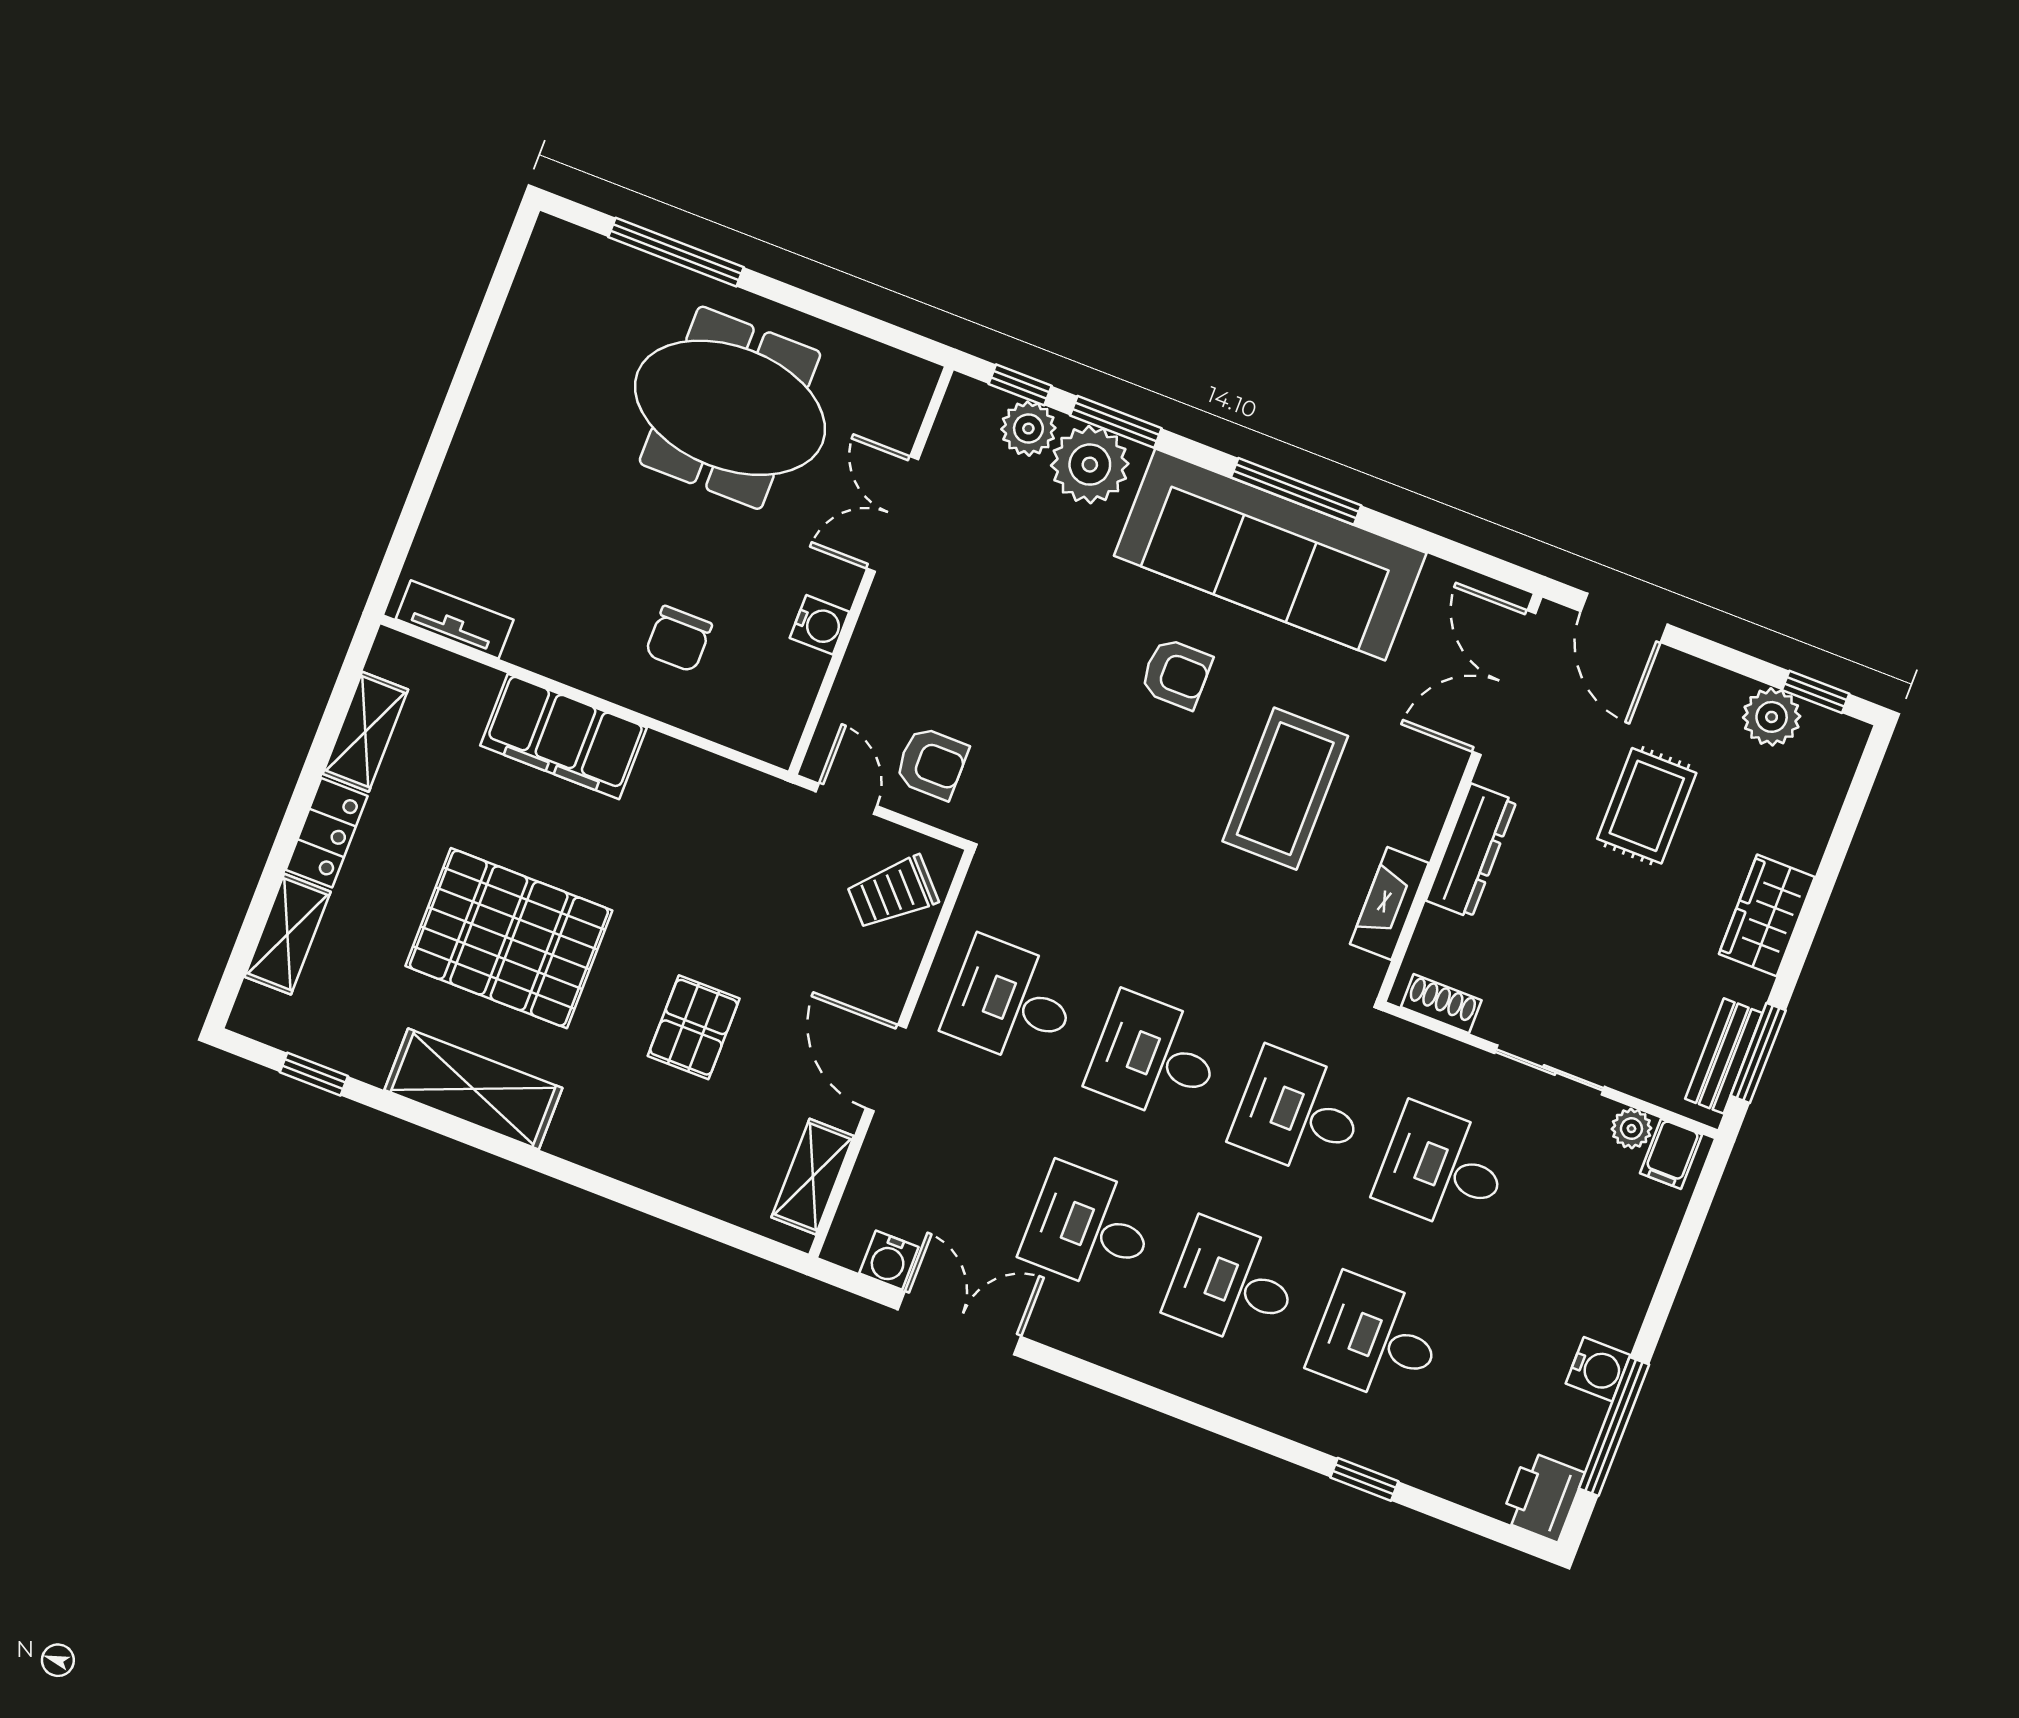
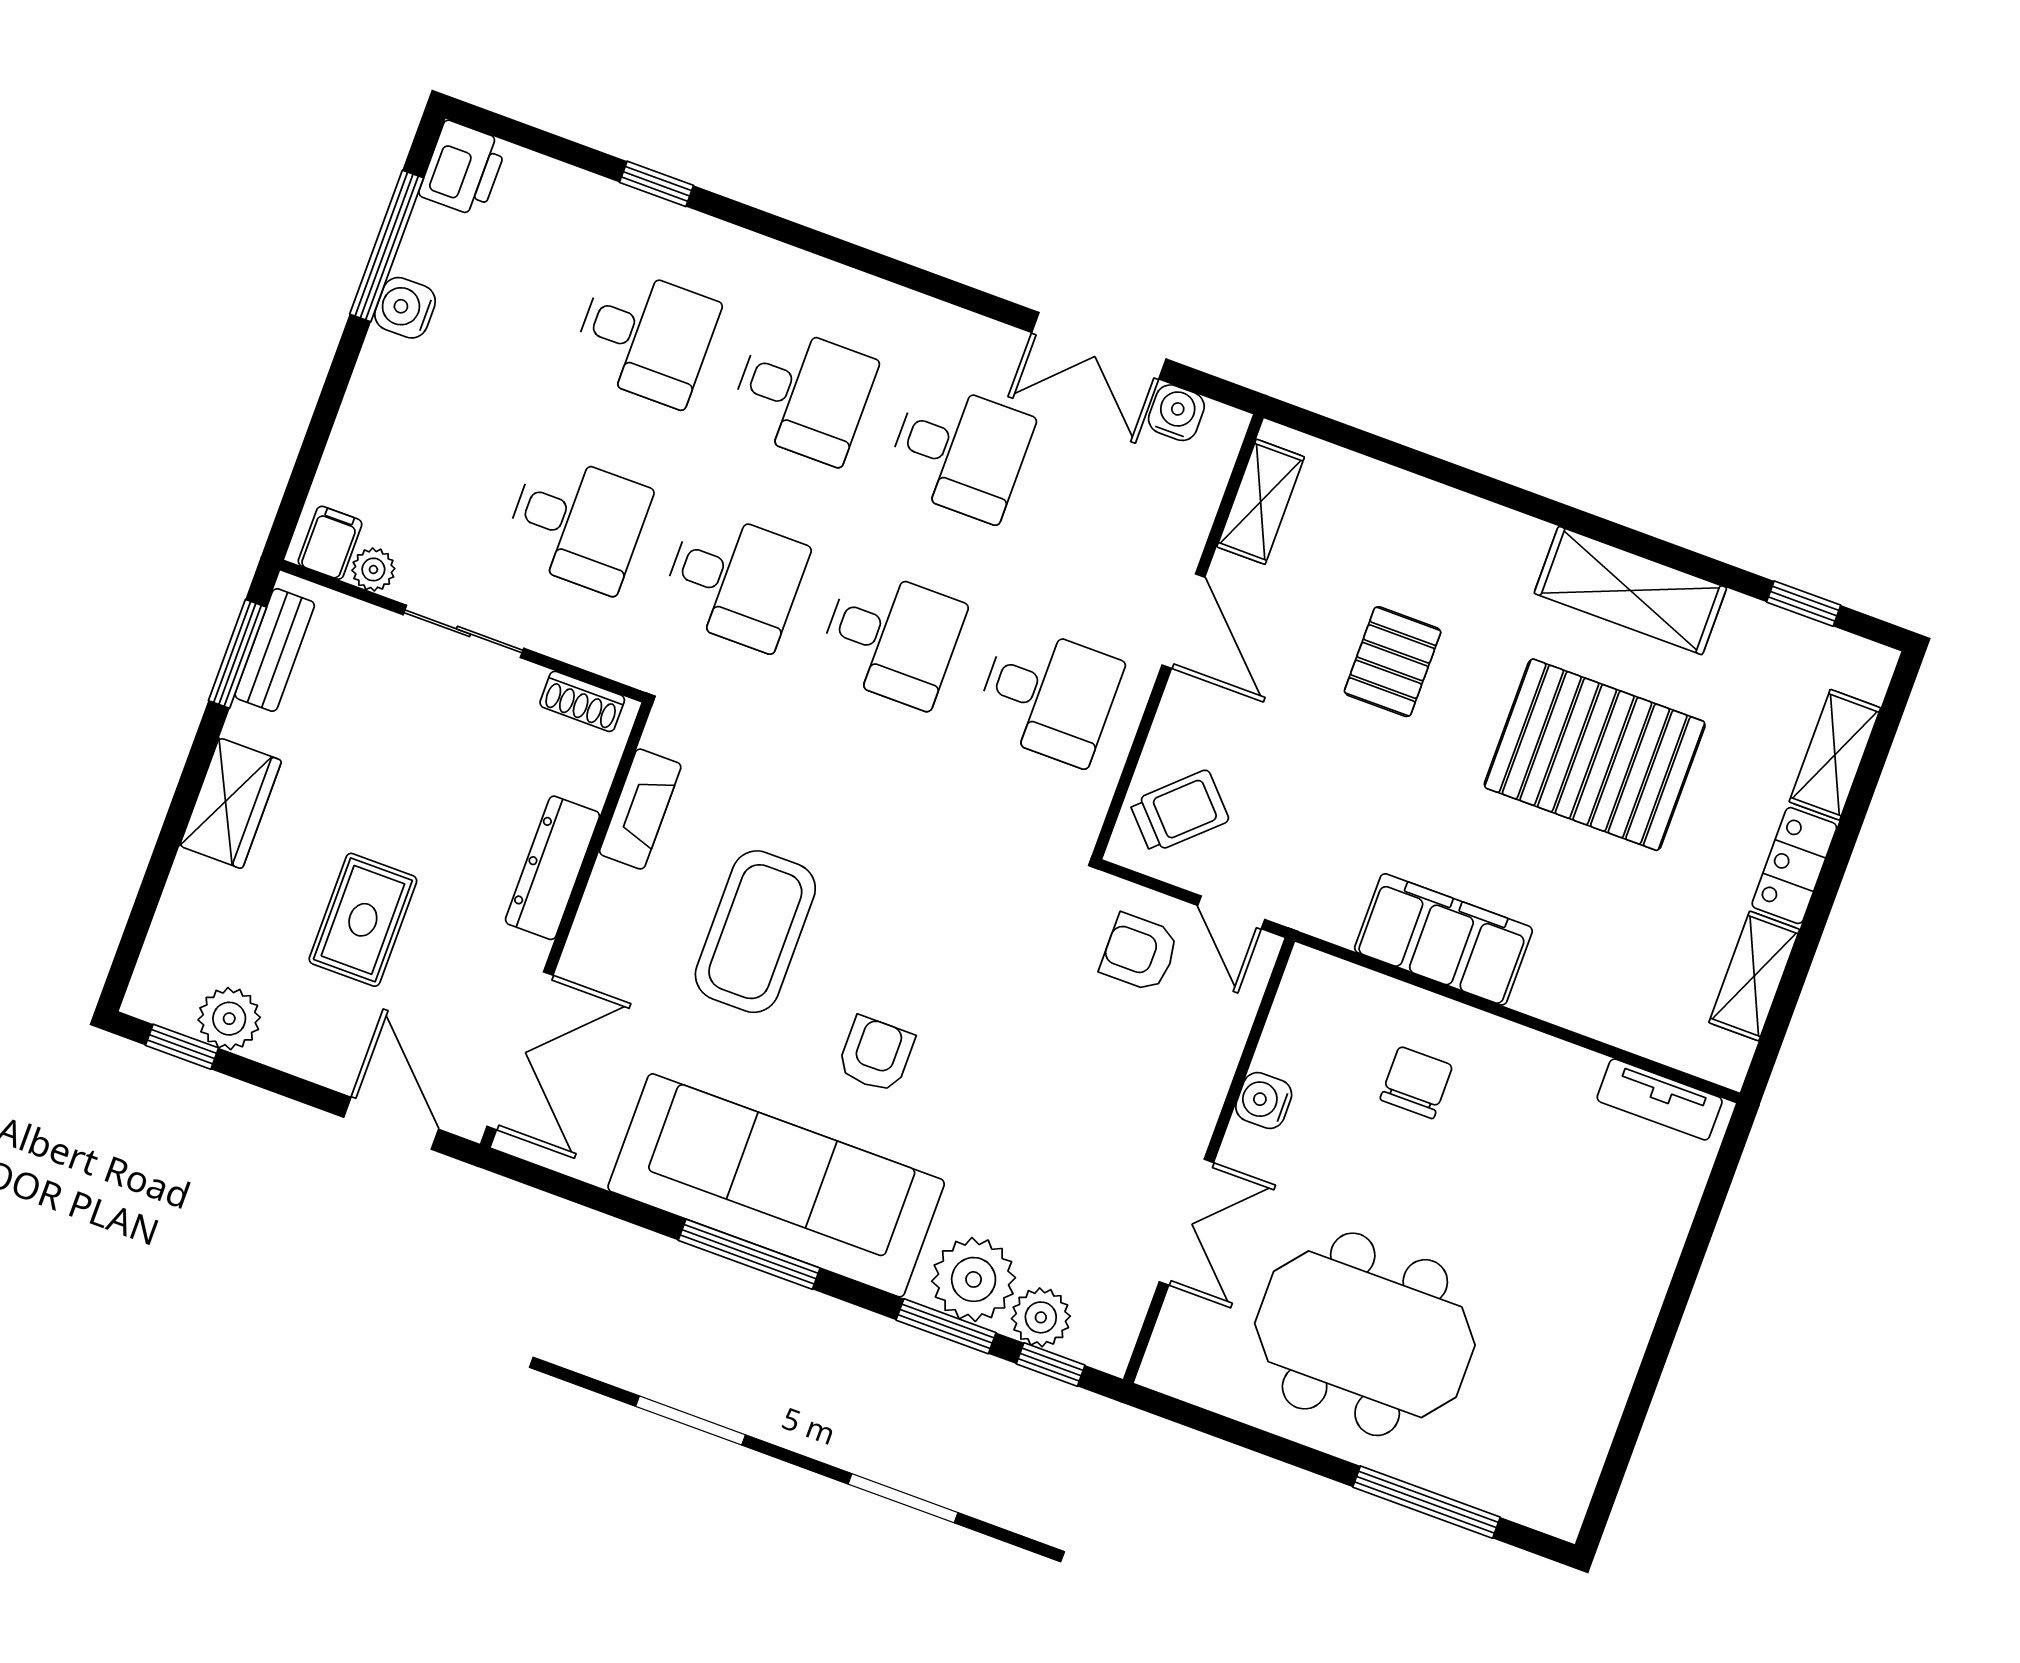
armchair: (1176, 674) -> (876, 1054), turned 90
filing cabinet: (564, 737) -> (1443, 939), moved

